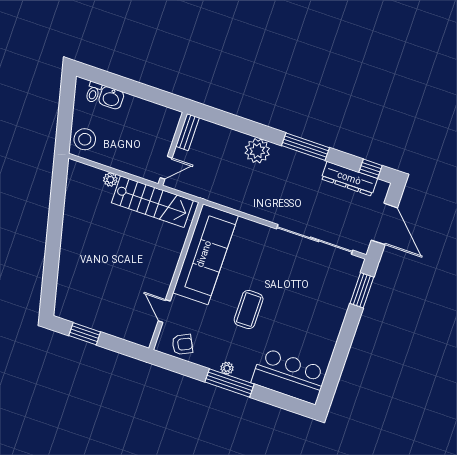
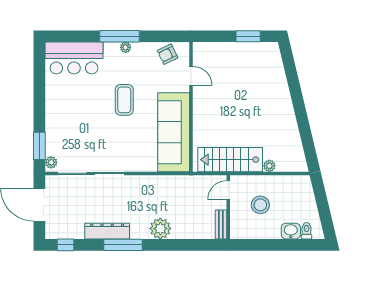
stool: (85, 139) -> (260, 205), moved
dresser: (349, 179) -> (107, 231), moved
plant: (355, 267) -> (51, 162), added

